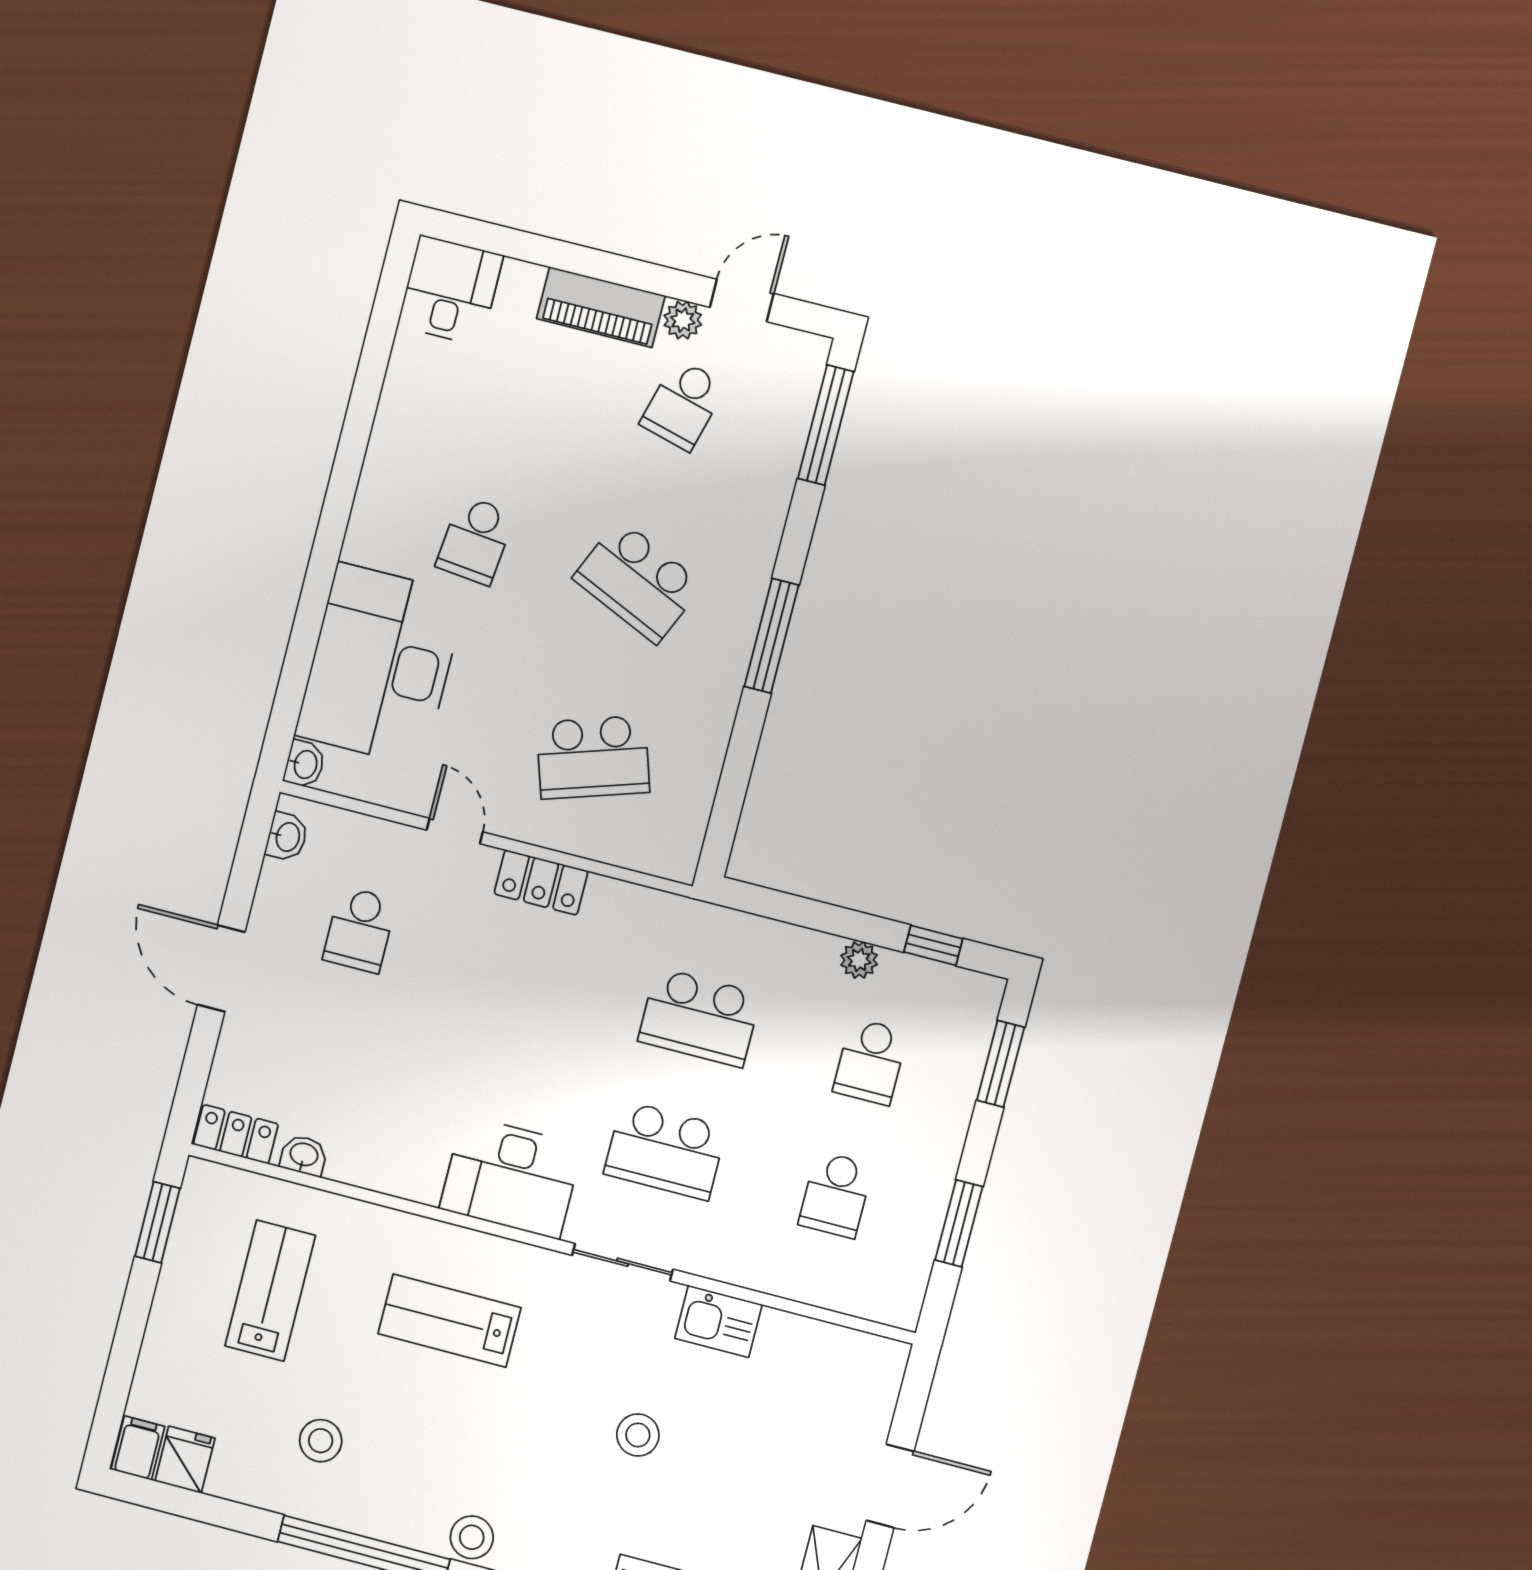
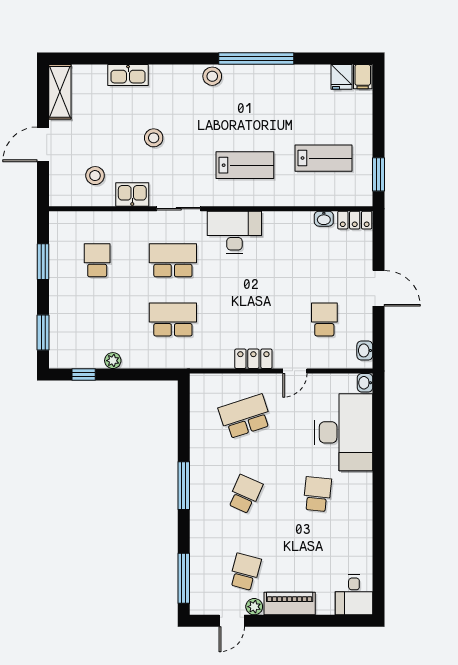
school desk: (638, 581) -> (245, 494), width x0.54
door: (455, 831) -> (295, 371), hinge flipped
school desk: (870, 1062) -> (97, 319), removed
lab bench: (270, 1291) -> (324, 158), turned -90
stool: (321, 1441) -> (95, 176), moved

